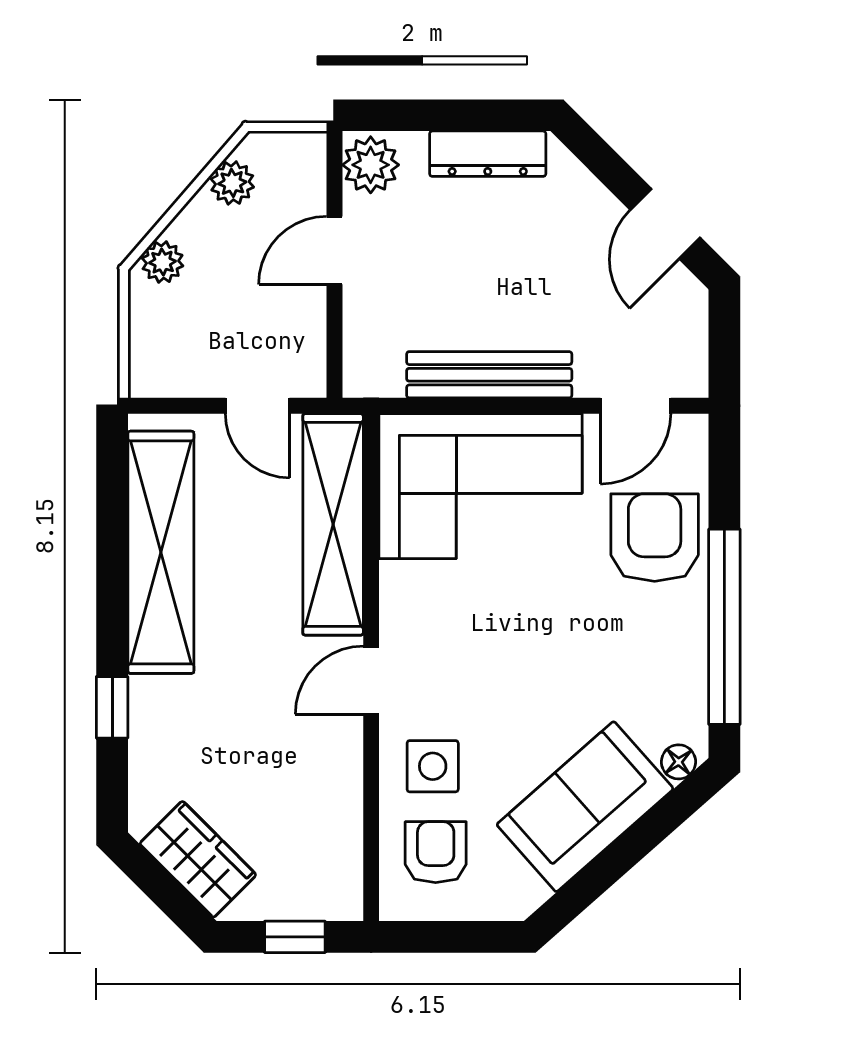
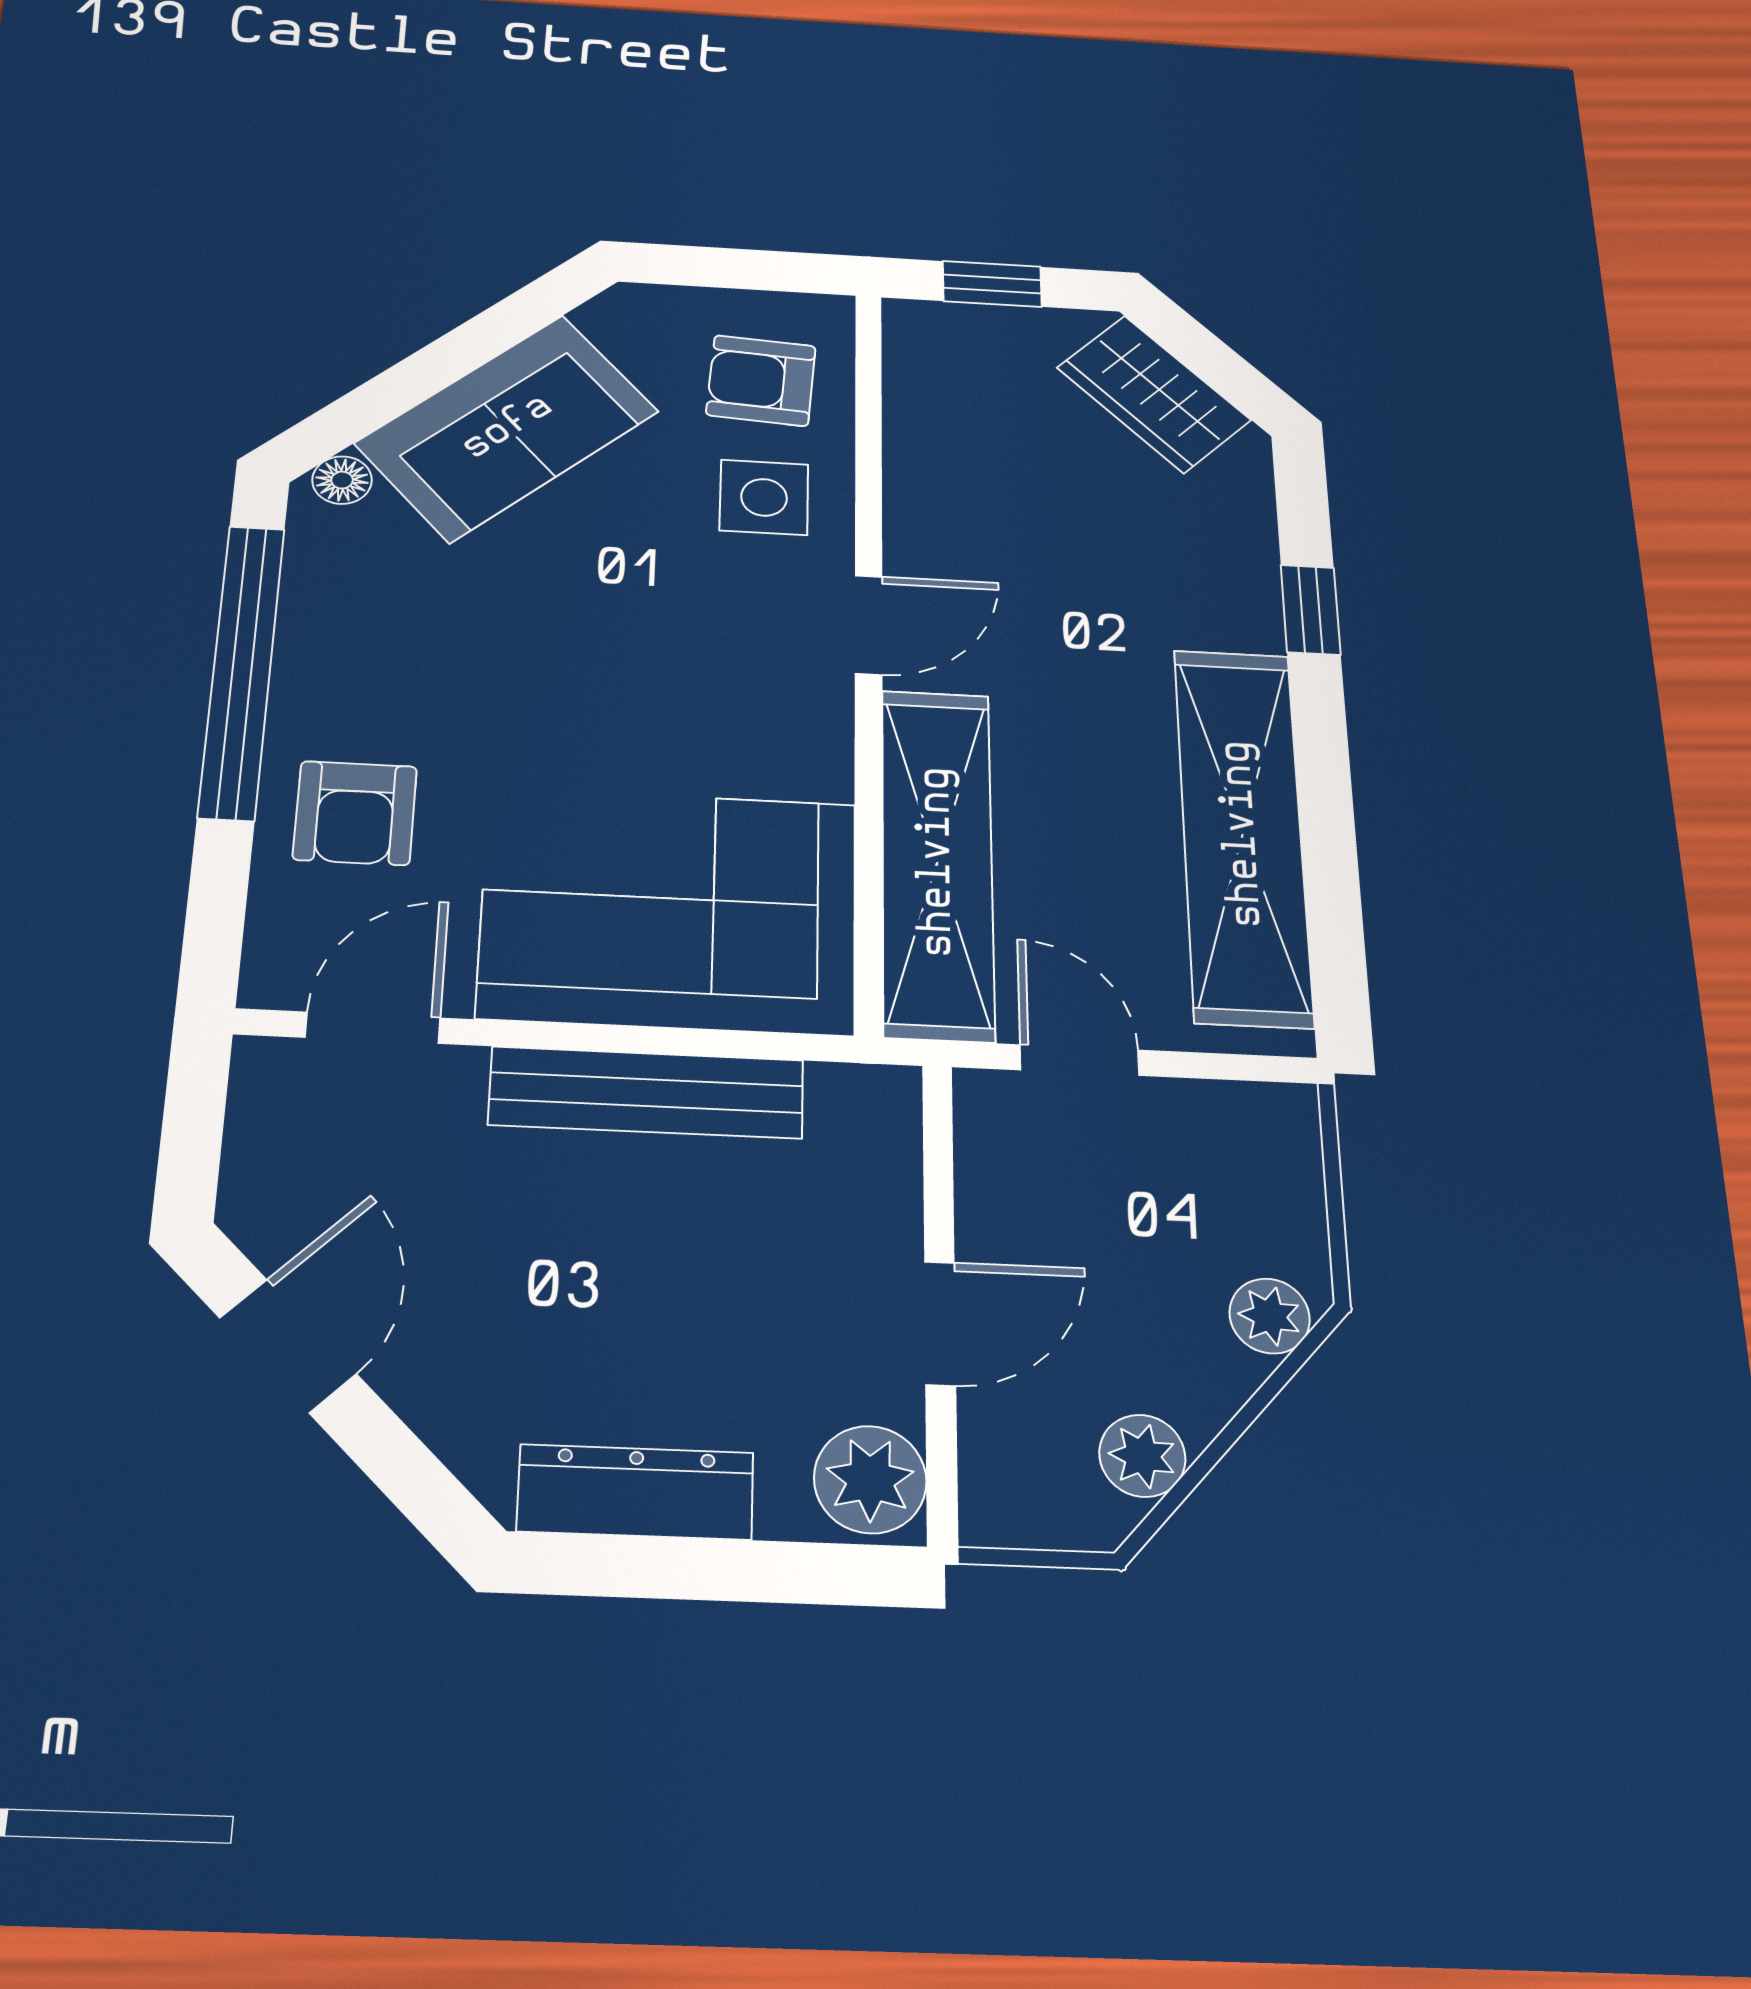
armchair: (655, 538) -> (355, 813), width x0.72, depth x0.72
armchair: (436, 852) -> (761, 381), turned 94

